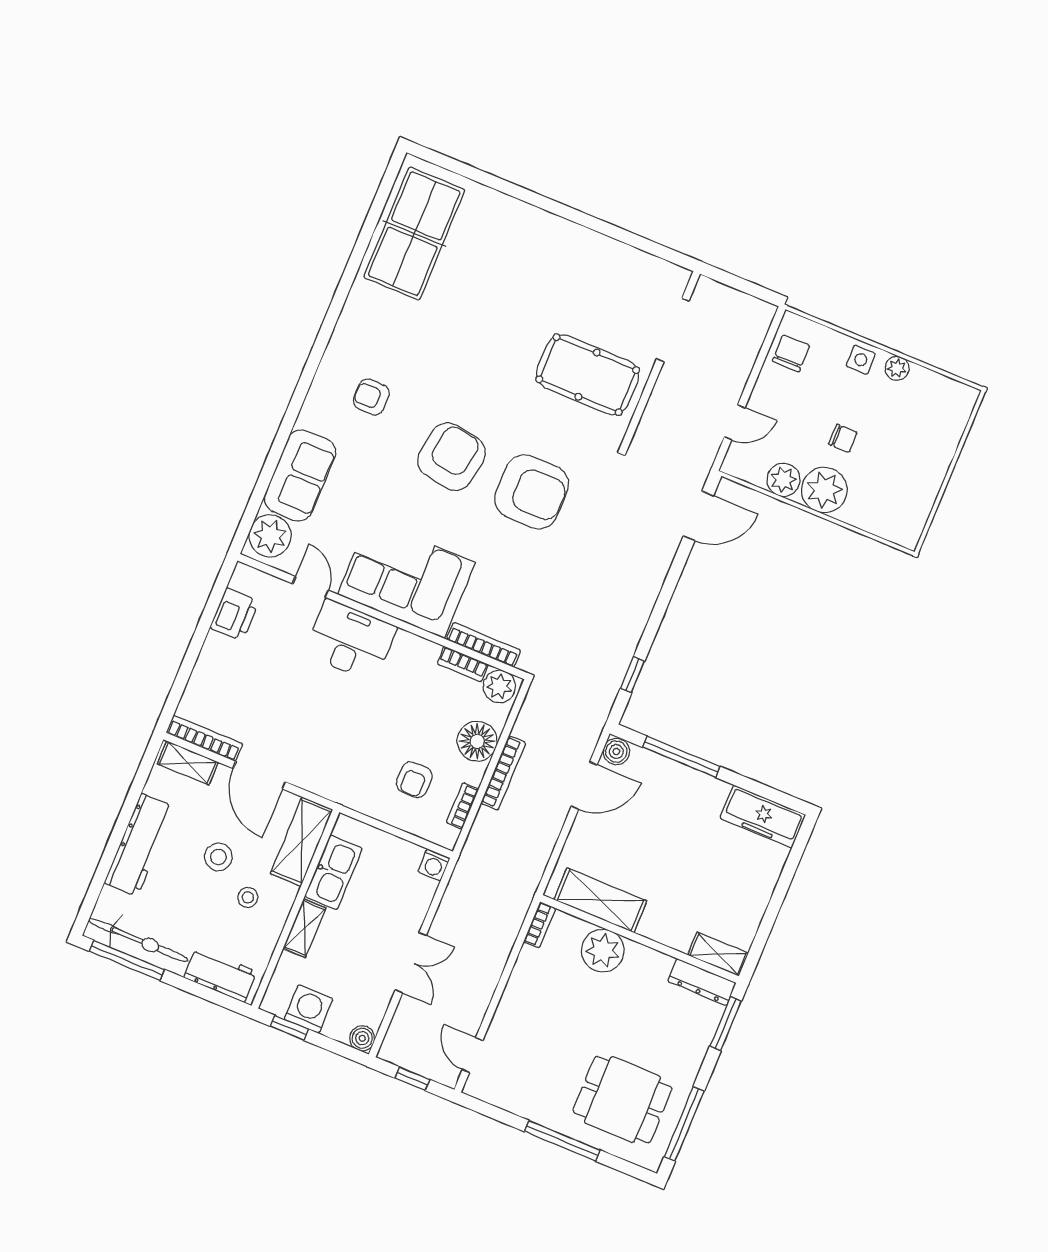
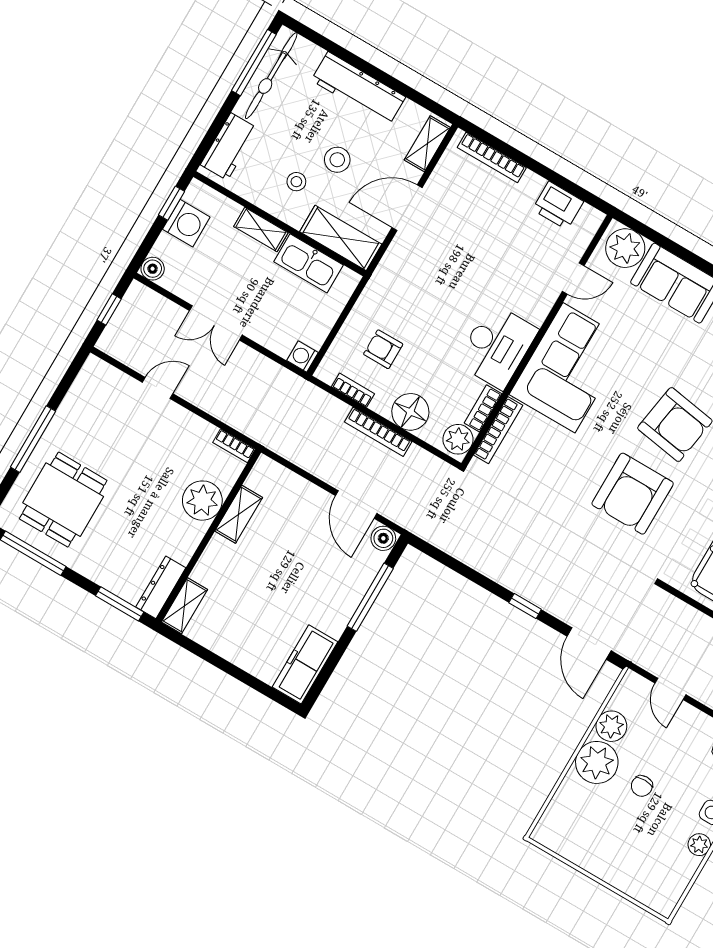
desk: (350, 640) -> (497, 346), moved
window: (633, 675) -> (525, 606), moved
bookcase: (204, 738) -> (492, 158), moved, turned 90
shelving: (600, 900) -> (239, 514), width x0.67, depth x0.75
door: (473, 1055) -> (158, 388), moved

